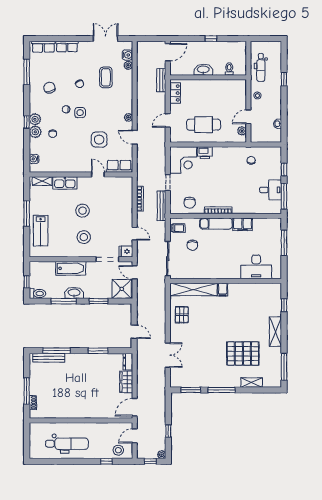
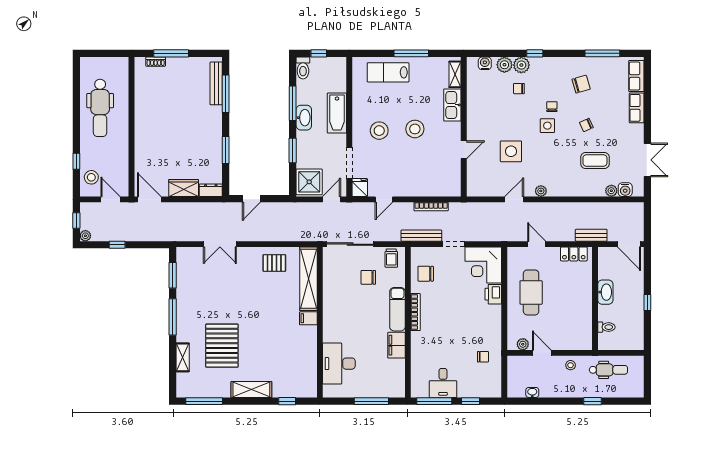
dental chair: (261, 67) -> (608, 370), turned 180
plant: (35, 119) -> (504, 65), moved
row of seats: (119, 166) -> (475, 178), removed

